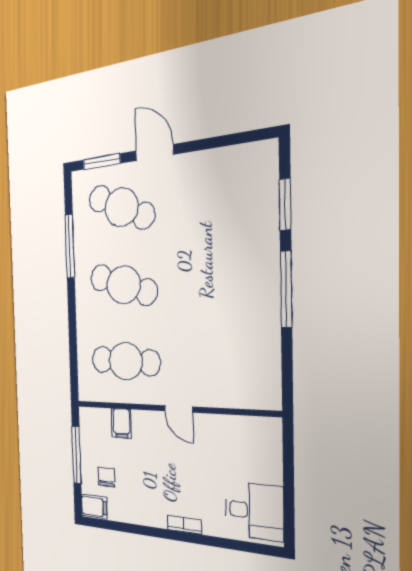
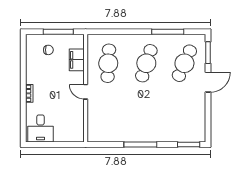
window: (285, 204) -> (189, 144), moved
door: (179, 409) -> (86, 92), hinge flipped
filing cabinet: (121, 423) -> (77, 60), width x2.00
filing cabinet: (94, 507) -> (32, 42), removed

